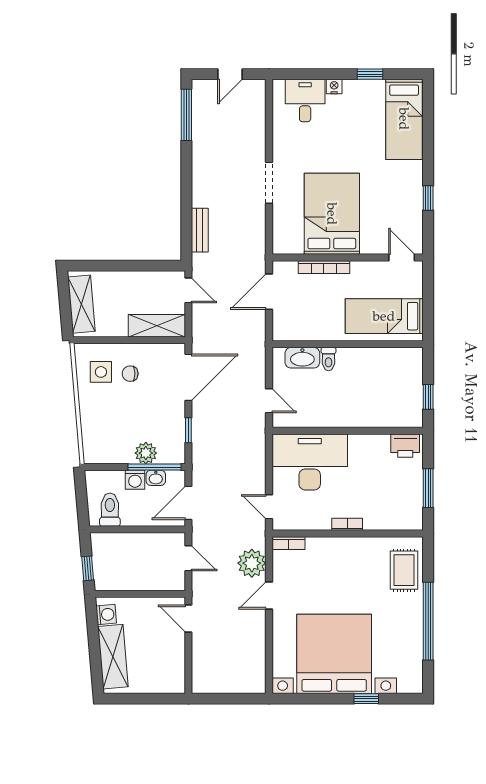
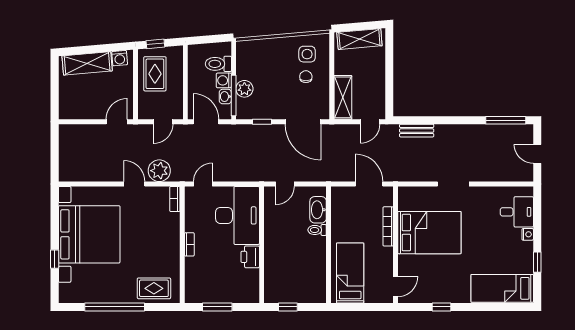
printer: (405, 446) -> (250, 257), moved
toilet: (110, 510) -> (218, 64), moved, turned 180
rug: (126, 569) -> (155, 74), added

